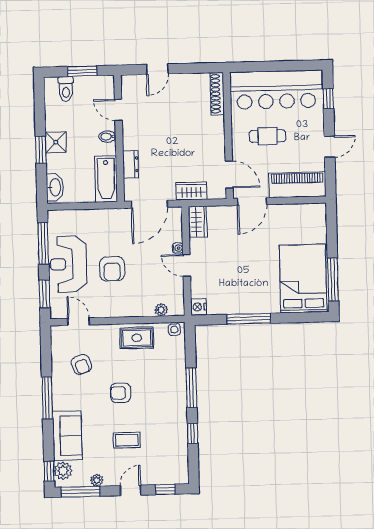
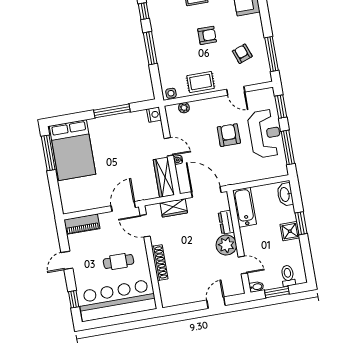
shoe rack: (217, 94) -> (160, 263), moved
bidet: (107, 137) -> (256, 287), moved
plant: (135, 137) -> (226, 245), added
piano: (297, 185) -> (82, 224), width x0.73, depth x0.75
door: (149, 204) -> (206, 192), hinge flipped
wardrobe: (198, 222) -> (164, 177), width x1.50
door: (79, 322) -> (236, 91), moved
window: (47, 398) -> (272, 54), moved

